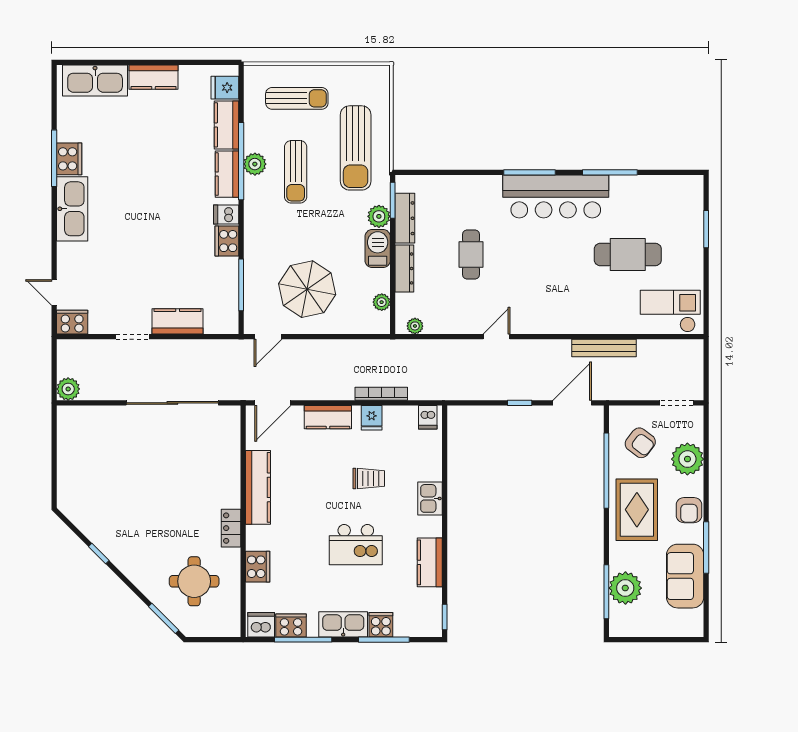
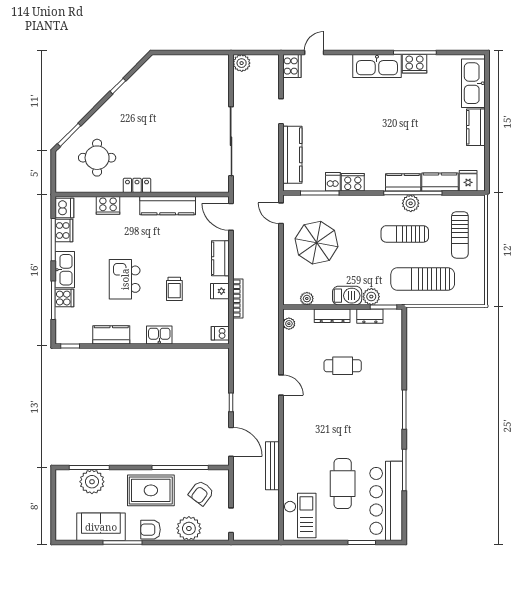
bar counter: (556, 197) -> (386, 501), moved
dishwasher: (226, 214) -> (333, 182), moved
dresser: (405, 218) -> (370, 316), width x0.70
kitchen counter: (178, 321) -> (292, 155), width x1.50

